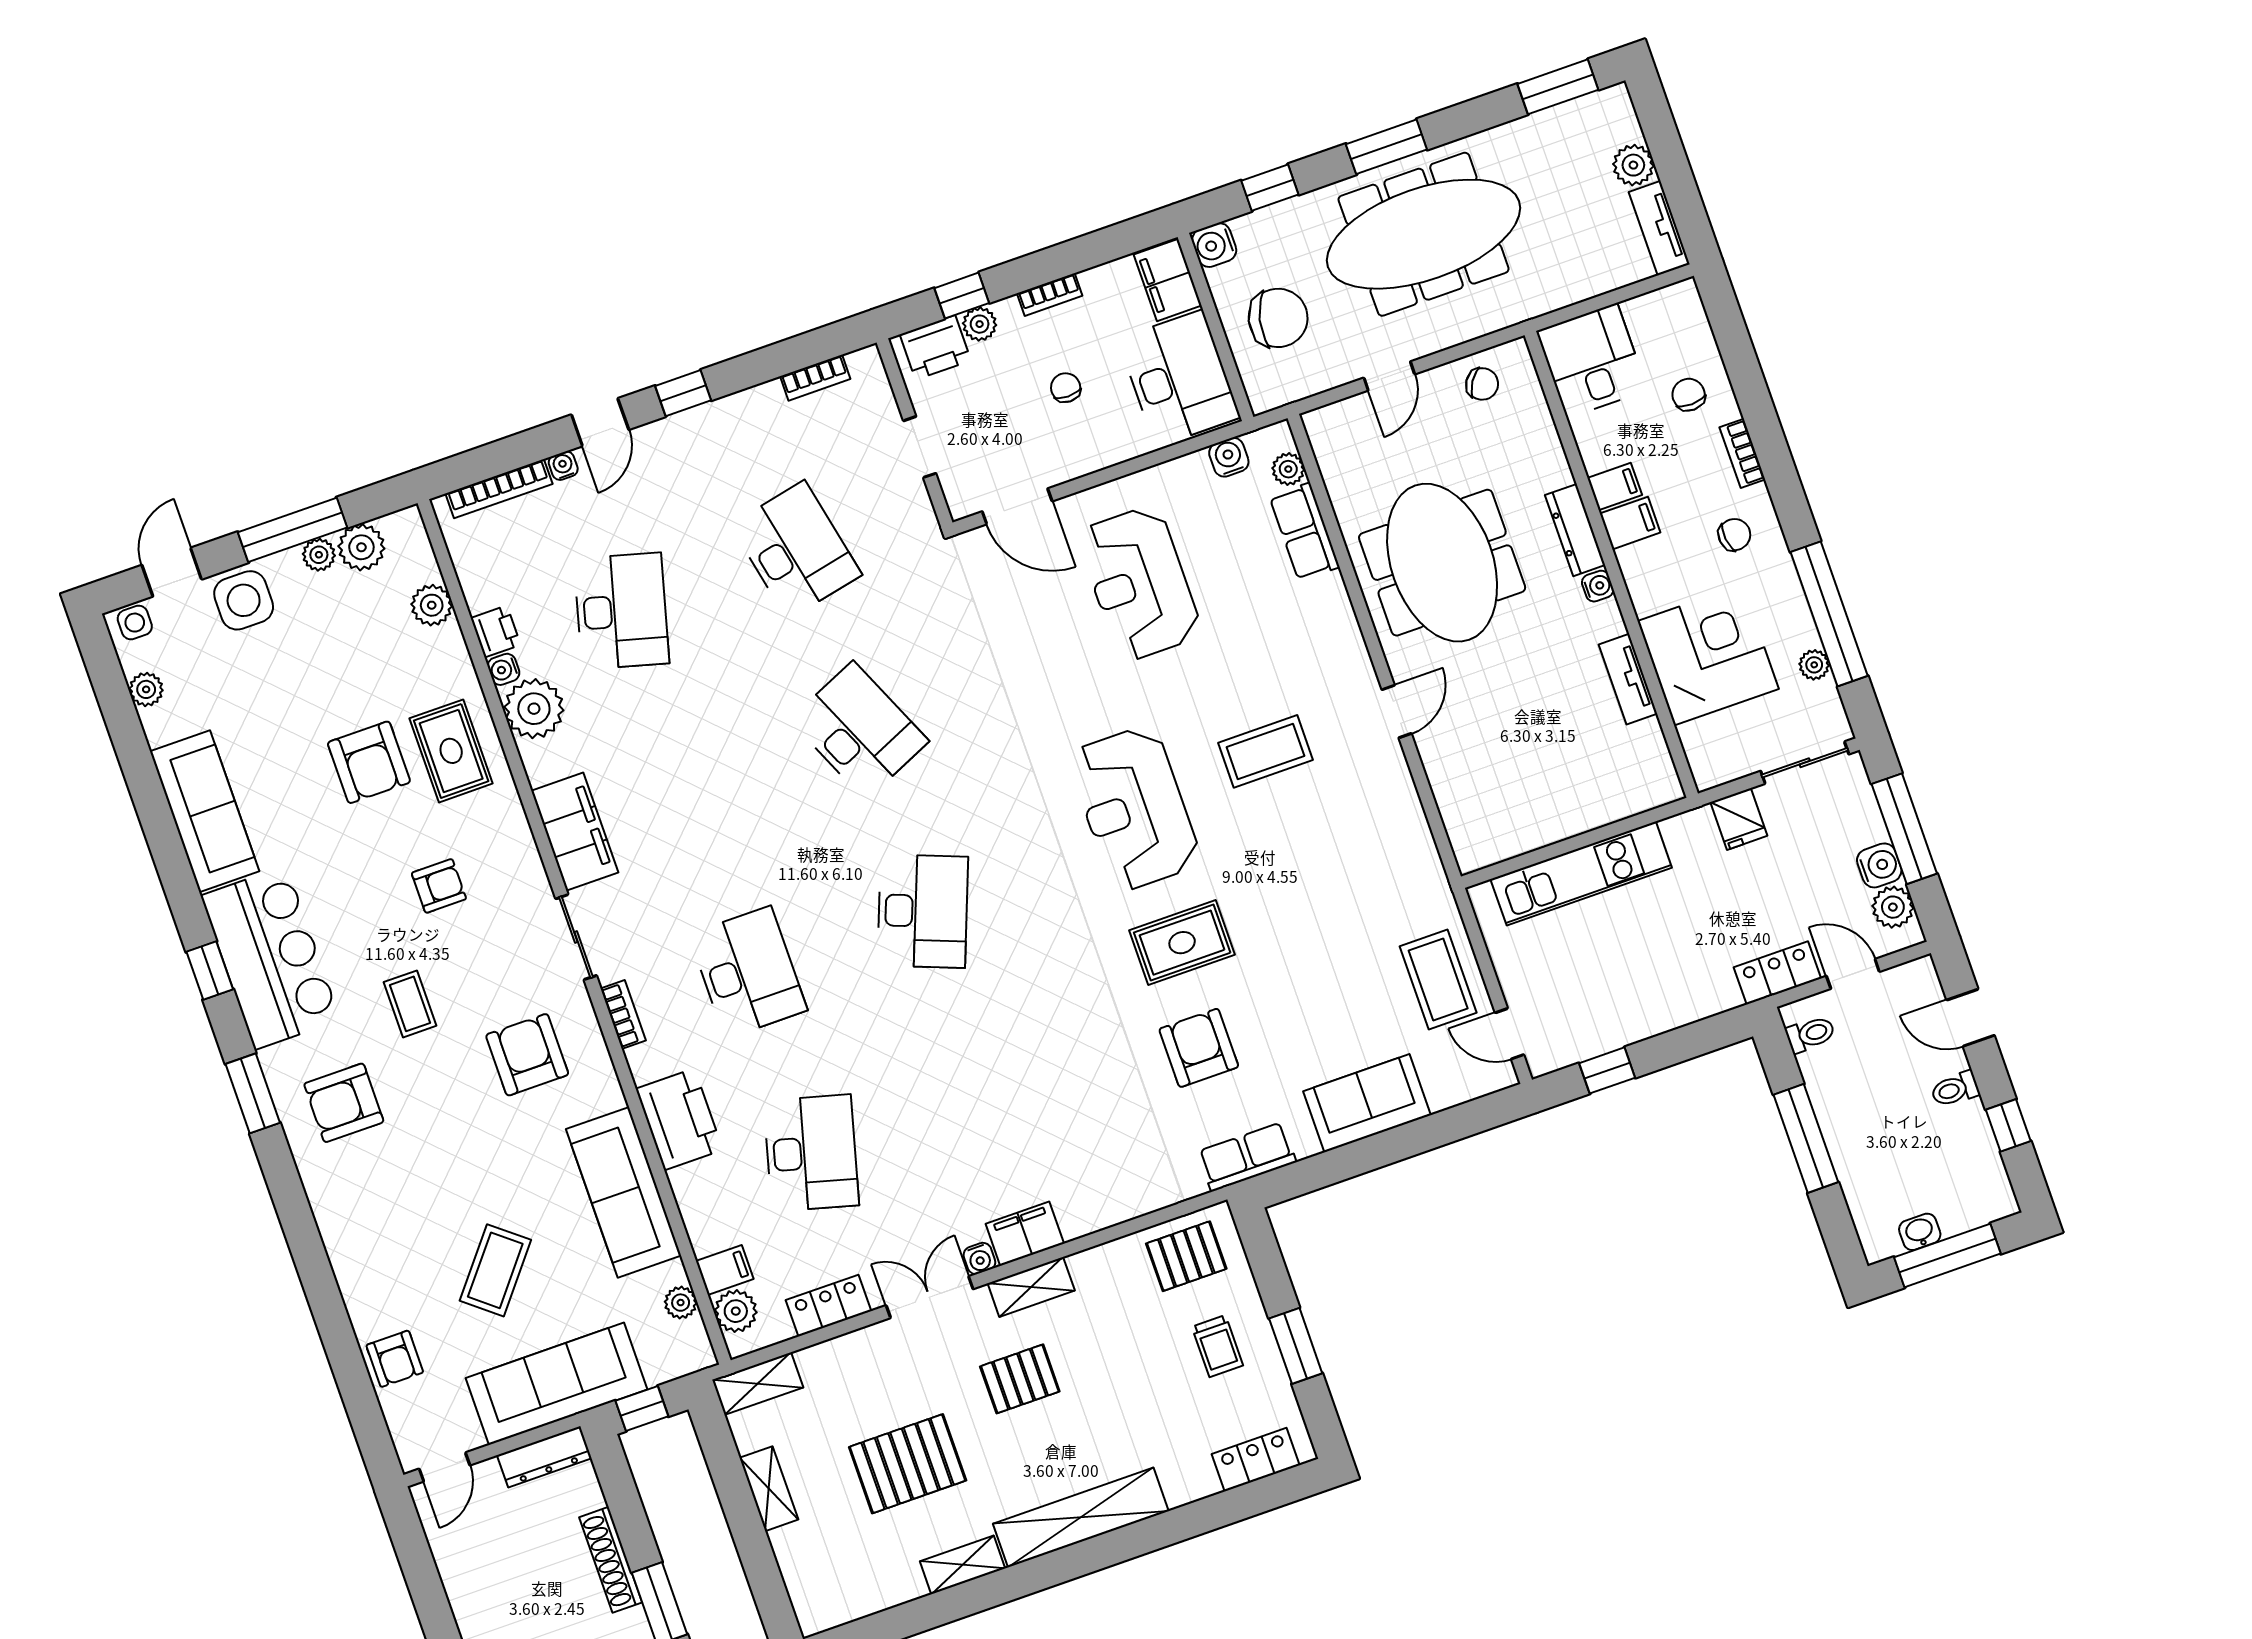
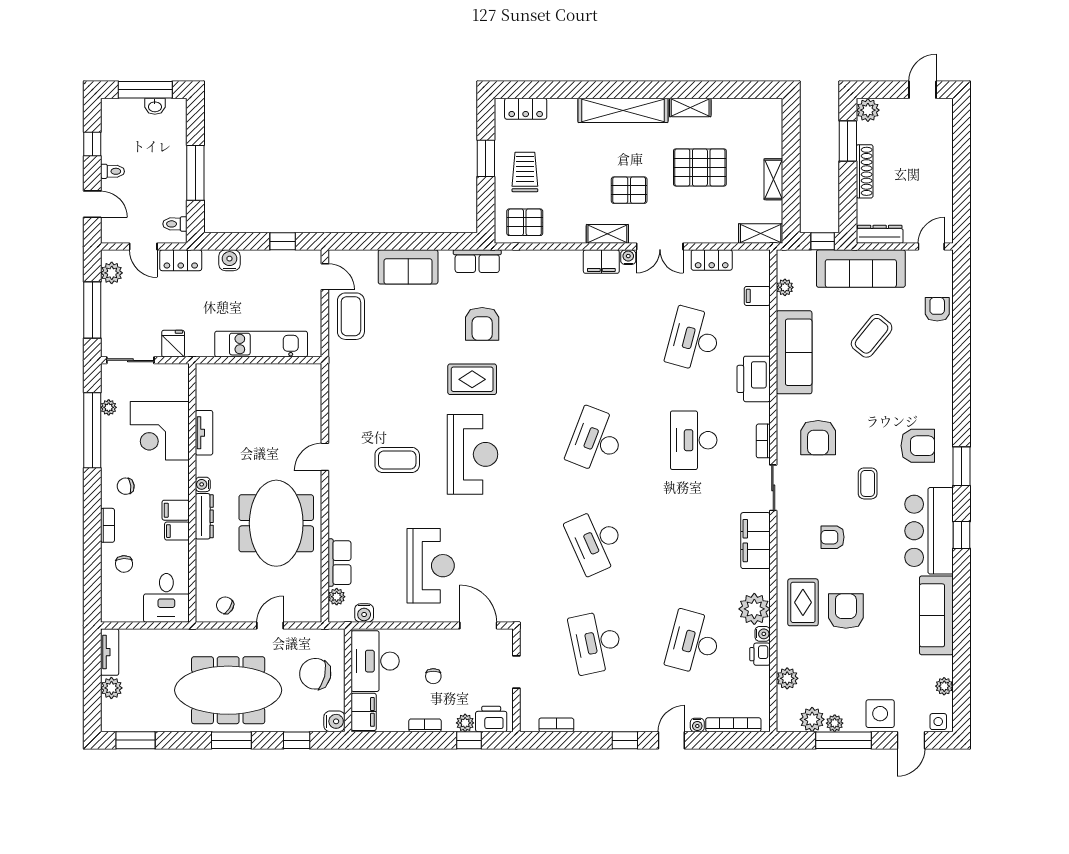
water cooler: (1879, 865) -> (229, 260), moved, turned 90
plant: (736, 1311) -> (759, 273), removed
trolley: (1217, 1346) -> (525, 172), width x1.36, depth x1.39

